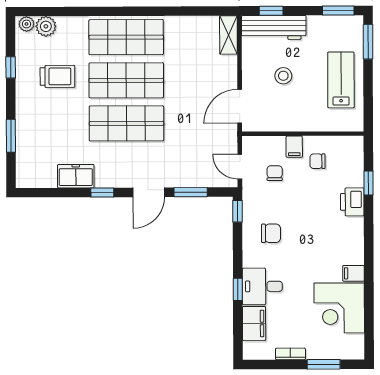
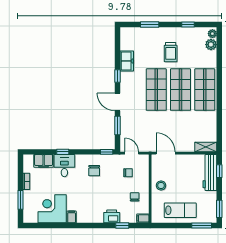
trolley: (57, 76) -> (171, 52), moved
stool: (283, 76) -> (161, 185), moved
filing cabinet: (294, 147) -> (143, 218), moved
door: (240, 167) -> (132, 153), hinge flipped

